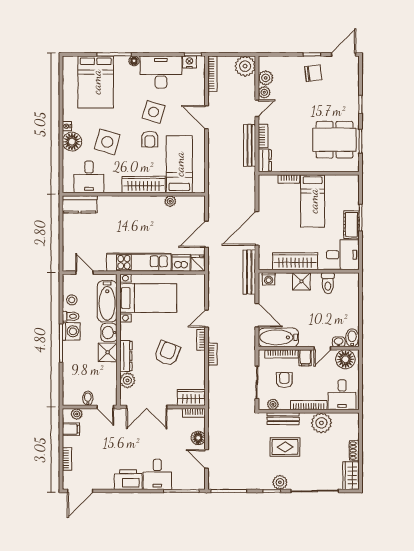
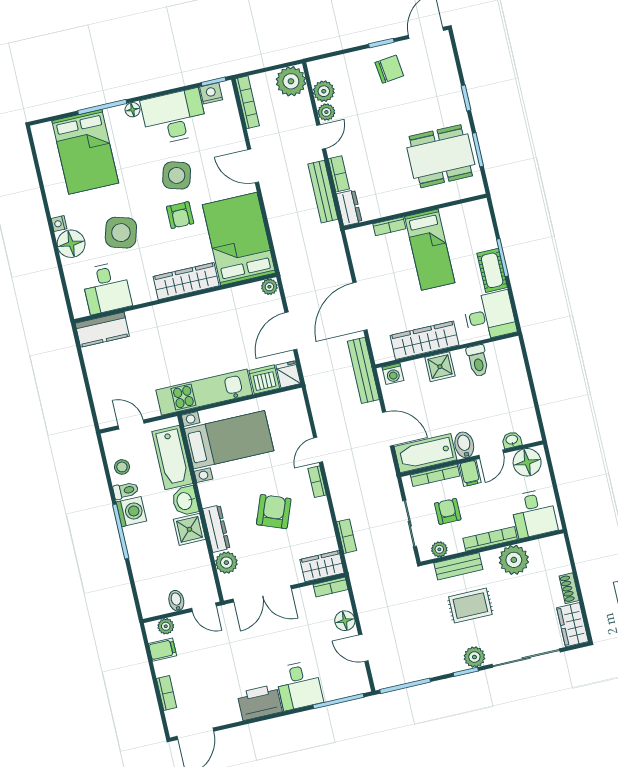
bed: (179, 164) -> (239, 239), width x1.50
plant: (170, 201) -> (269, 287), moved
bidet: (352, 338) -> (464, 445), moved
bookcase: (212, 354) -> (347, 536), moved

